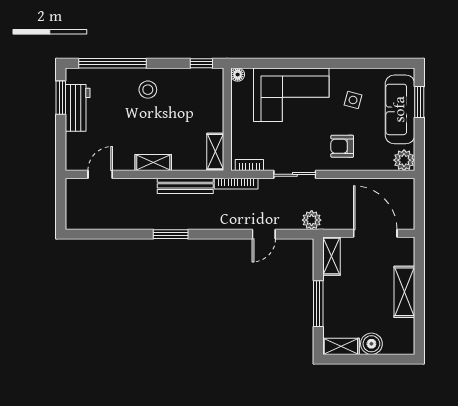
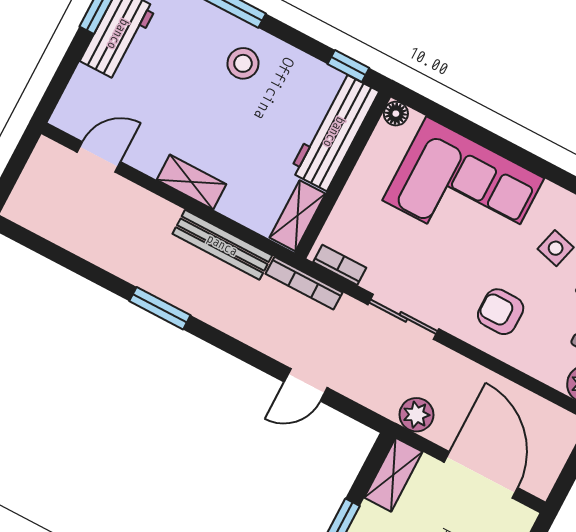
workbench: (211, 100) -> (334, 132), added
plant: (312, 220) -> (416, 415), moved

